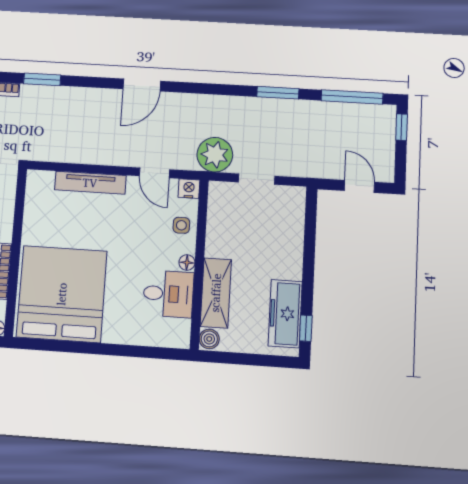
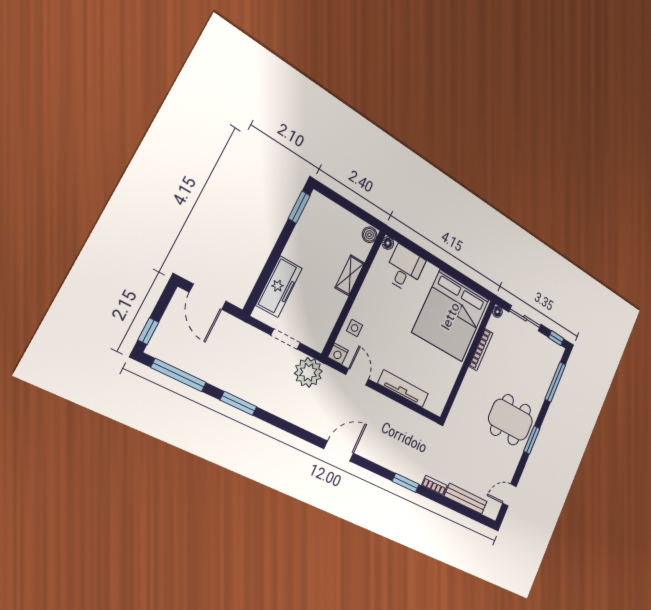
door: (359, 186) -> (208, 297), width x1.38
floor lamp: (187, 263) -> (388, 243), moved
shelving: (216, 293) -> (350, 275), width x0.67, depth x0.75
desk: (168, 294) -> (405, 268), moved, turned 90
freezer: (285, 314) -> (279, 287), moved
window: (306, 328) -> (299, 207), width x1.50

